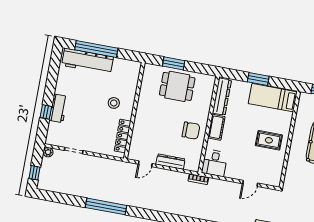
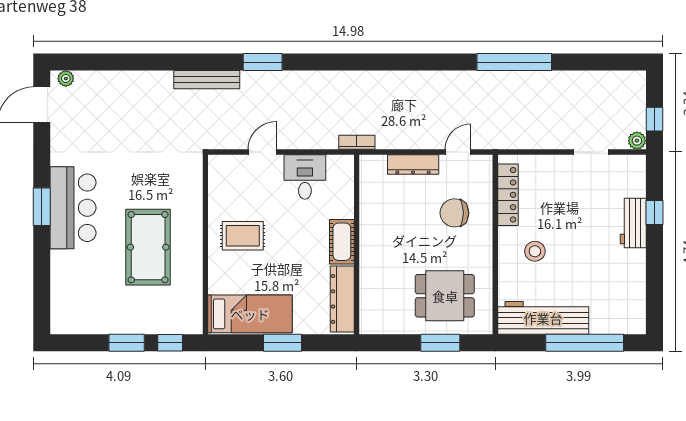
workbench: (87, 61) -> (543, 318), moved
dining table: (177, 86) -> (445, 296), moved
chair: (191, 131) -> (454, 213), moved
desk: (214, 163) -> (305, 177), moved
window: (35, 173) -> (655, 119), moved

